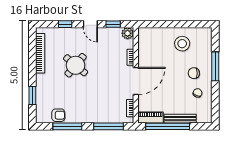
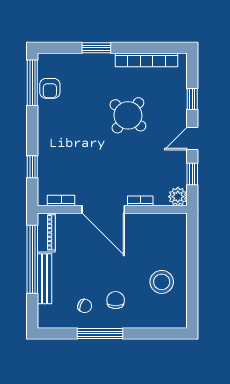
window: (215, 66) -> (100, 334), moved
window: (32, 96) -> (96, 48), moved
window: (67, 126) -> (32, 83), moved
window: (108, 126) -> (32, 167), width x0.46

